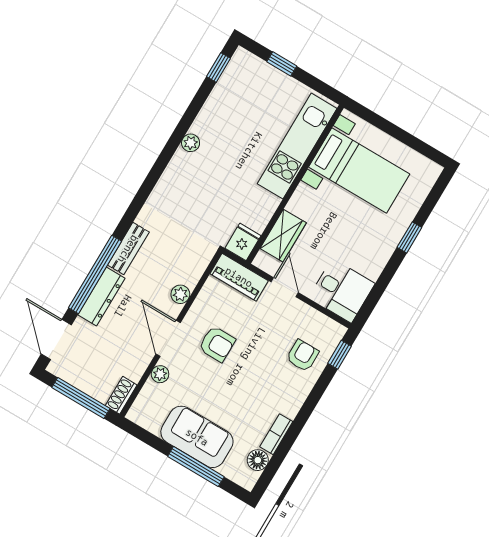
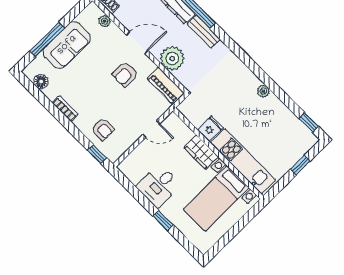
wardrobe: (283, 236) -> (201, 152), moved
fridge: (243, 242) -> (210, 129), moved, turned -90
piano: (239, 277) -> (166, 86), moved, turned -90
desk: (342, 291) -> (159, 186), moved
plant: (180, 294) -> (172, 58), width x1.87, depth x1.87
plant: (160, 374) -> (105, 21), moved
bookcase: (276, 434) -> (65, 109), moved

